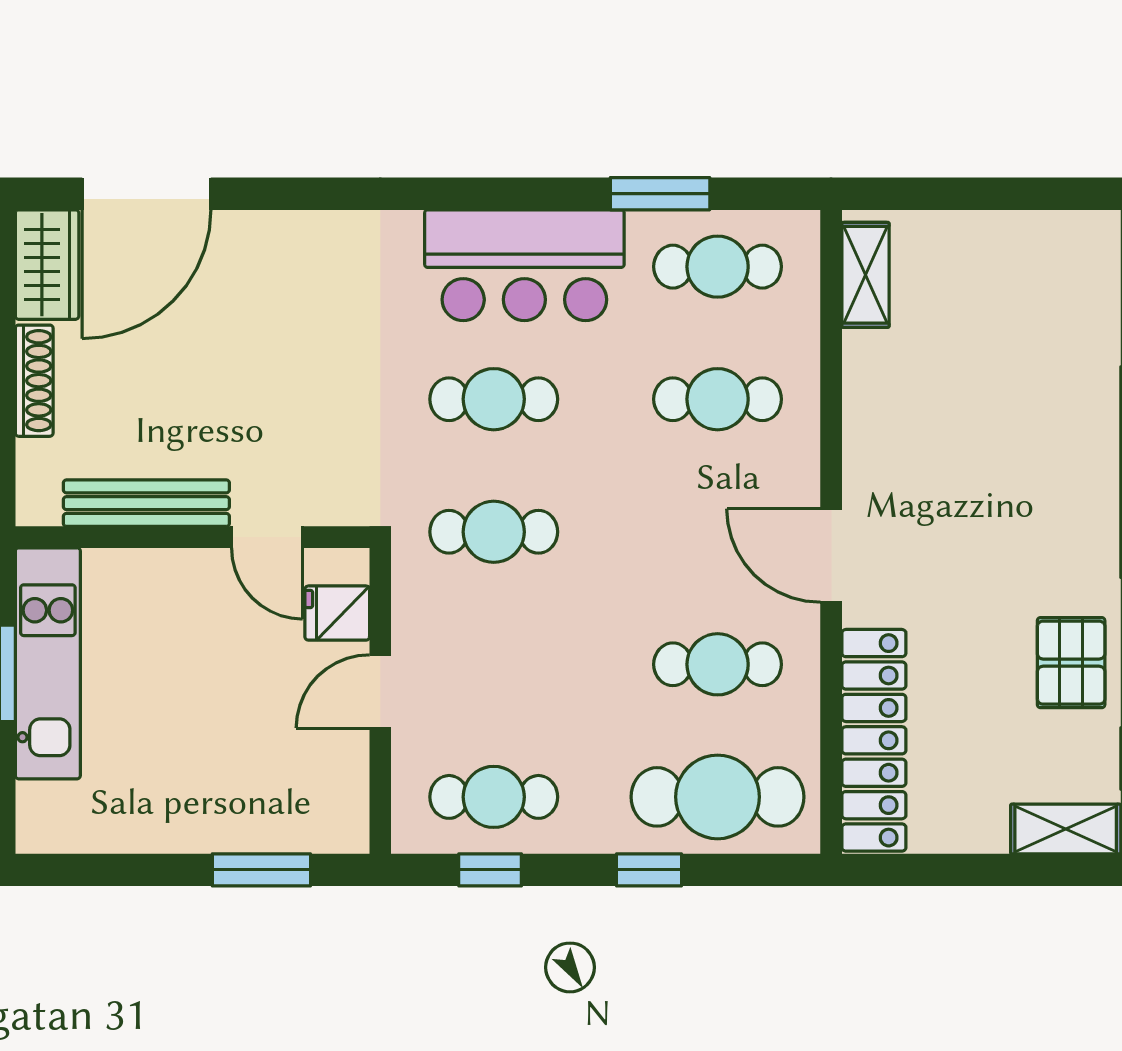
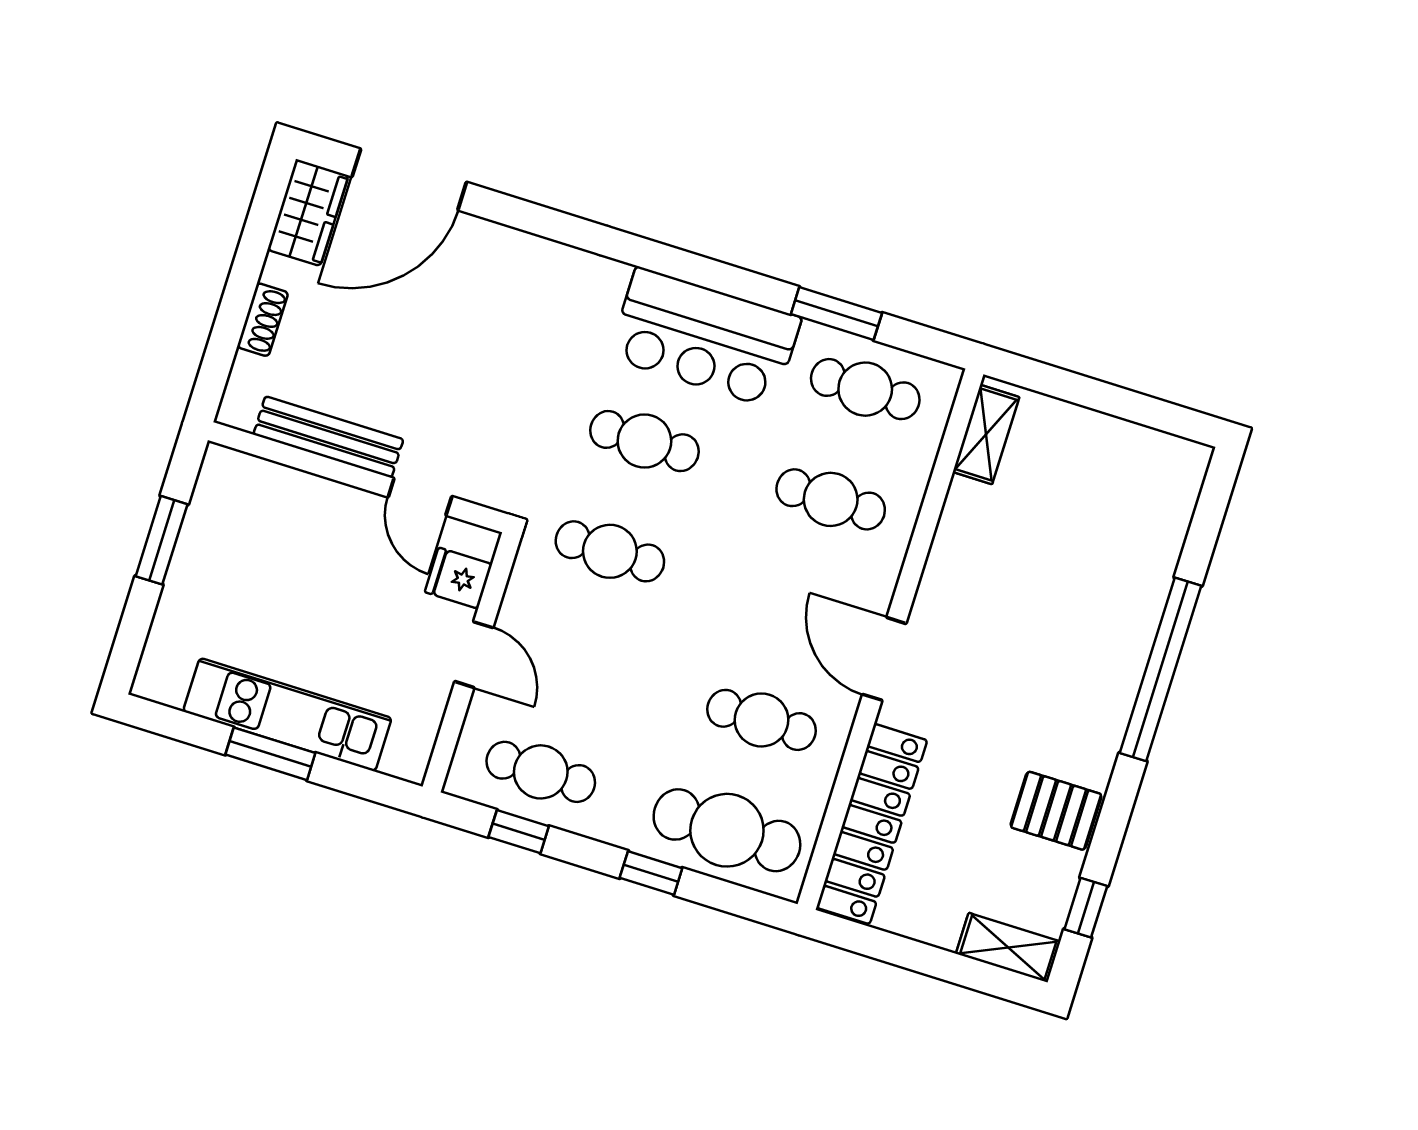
shoe rack: (34, 381) -> (263, 320), width x0.70
kitchen unit: (48, 663) -> (287, 715), moved, turned -90
pallet: (1071, 663) -> (1056, 811), turned 90
door: (380, 691) -> (474, 655), swing flipped
window: (261, 870) -> (270, 754), moved

